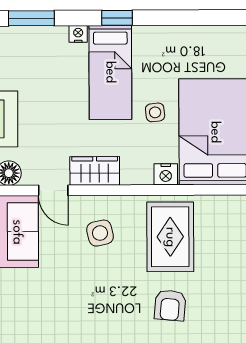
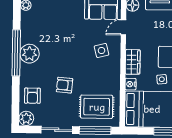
wardrobe: (95, 171) -> (133, 62), moved
rug: (170, 237) -> (97, 107), moved

